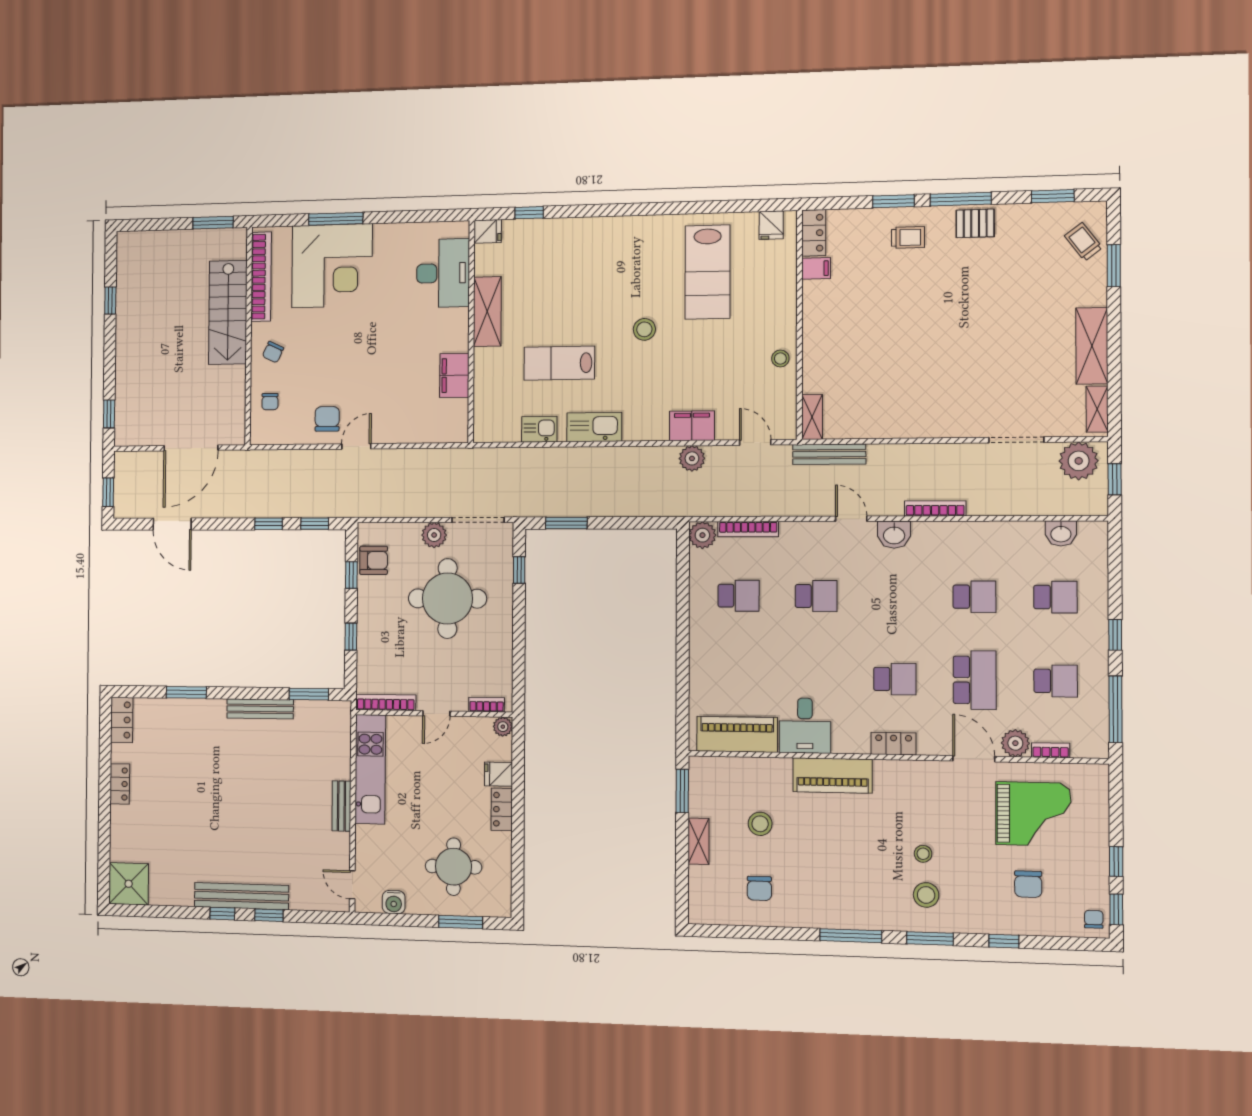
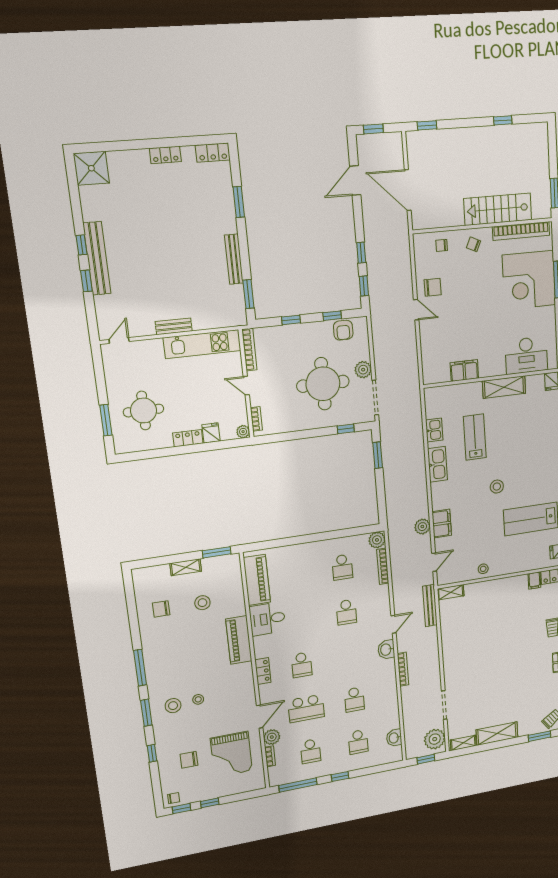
water cooler: (394, 902) -> (112, 372), removed

